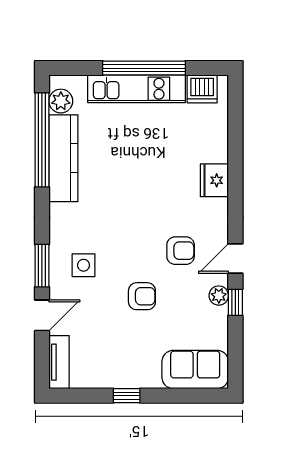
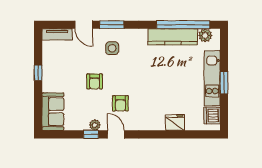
window: (144, 68) -> (224, 83), width x0.47
fridge: (214, 180) -> (175, 122), moved

